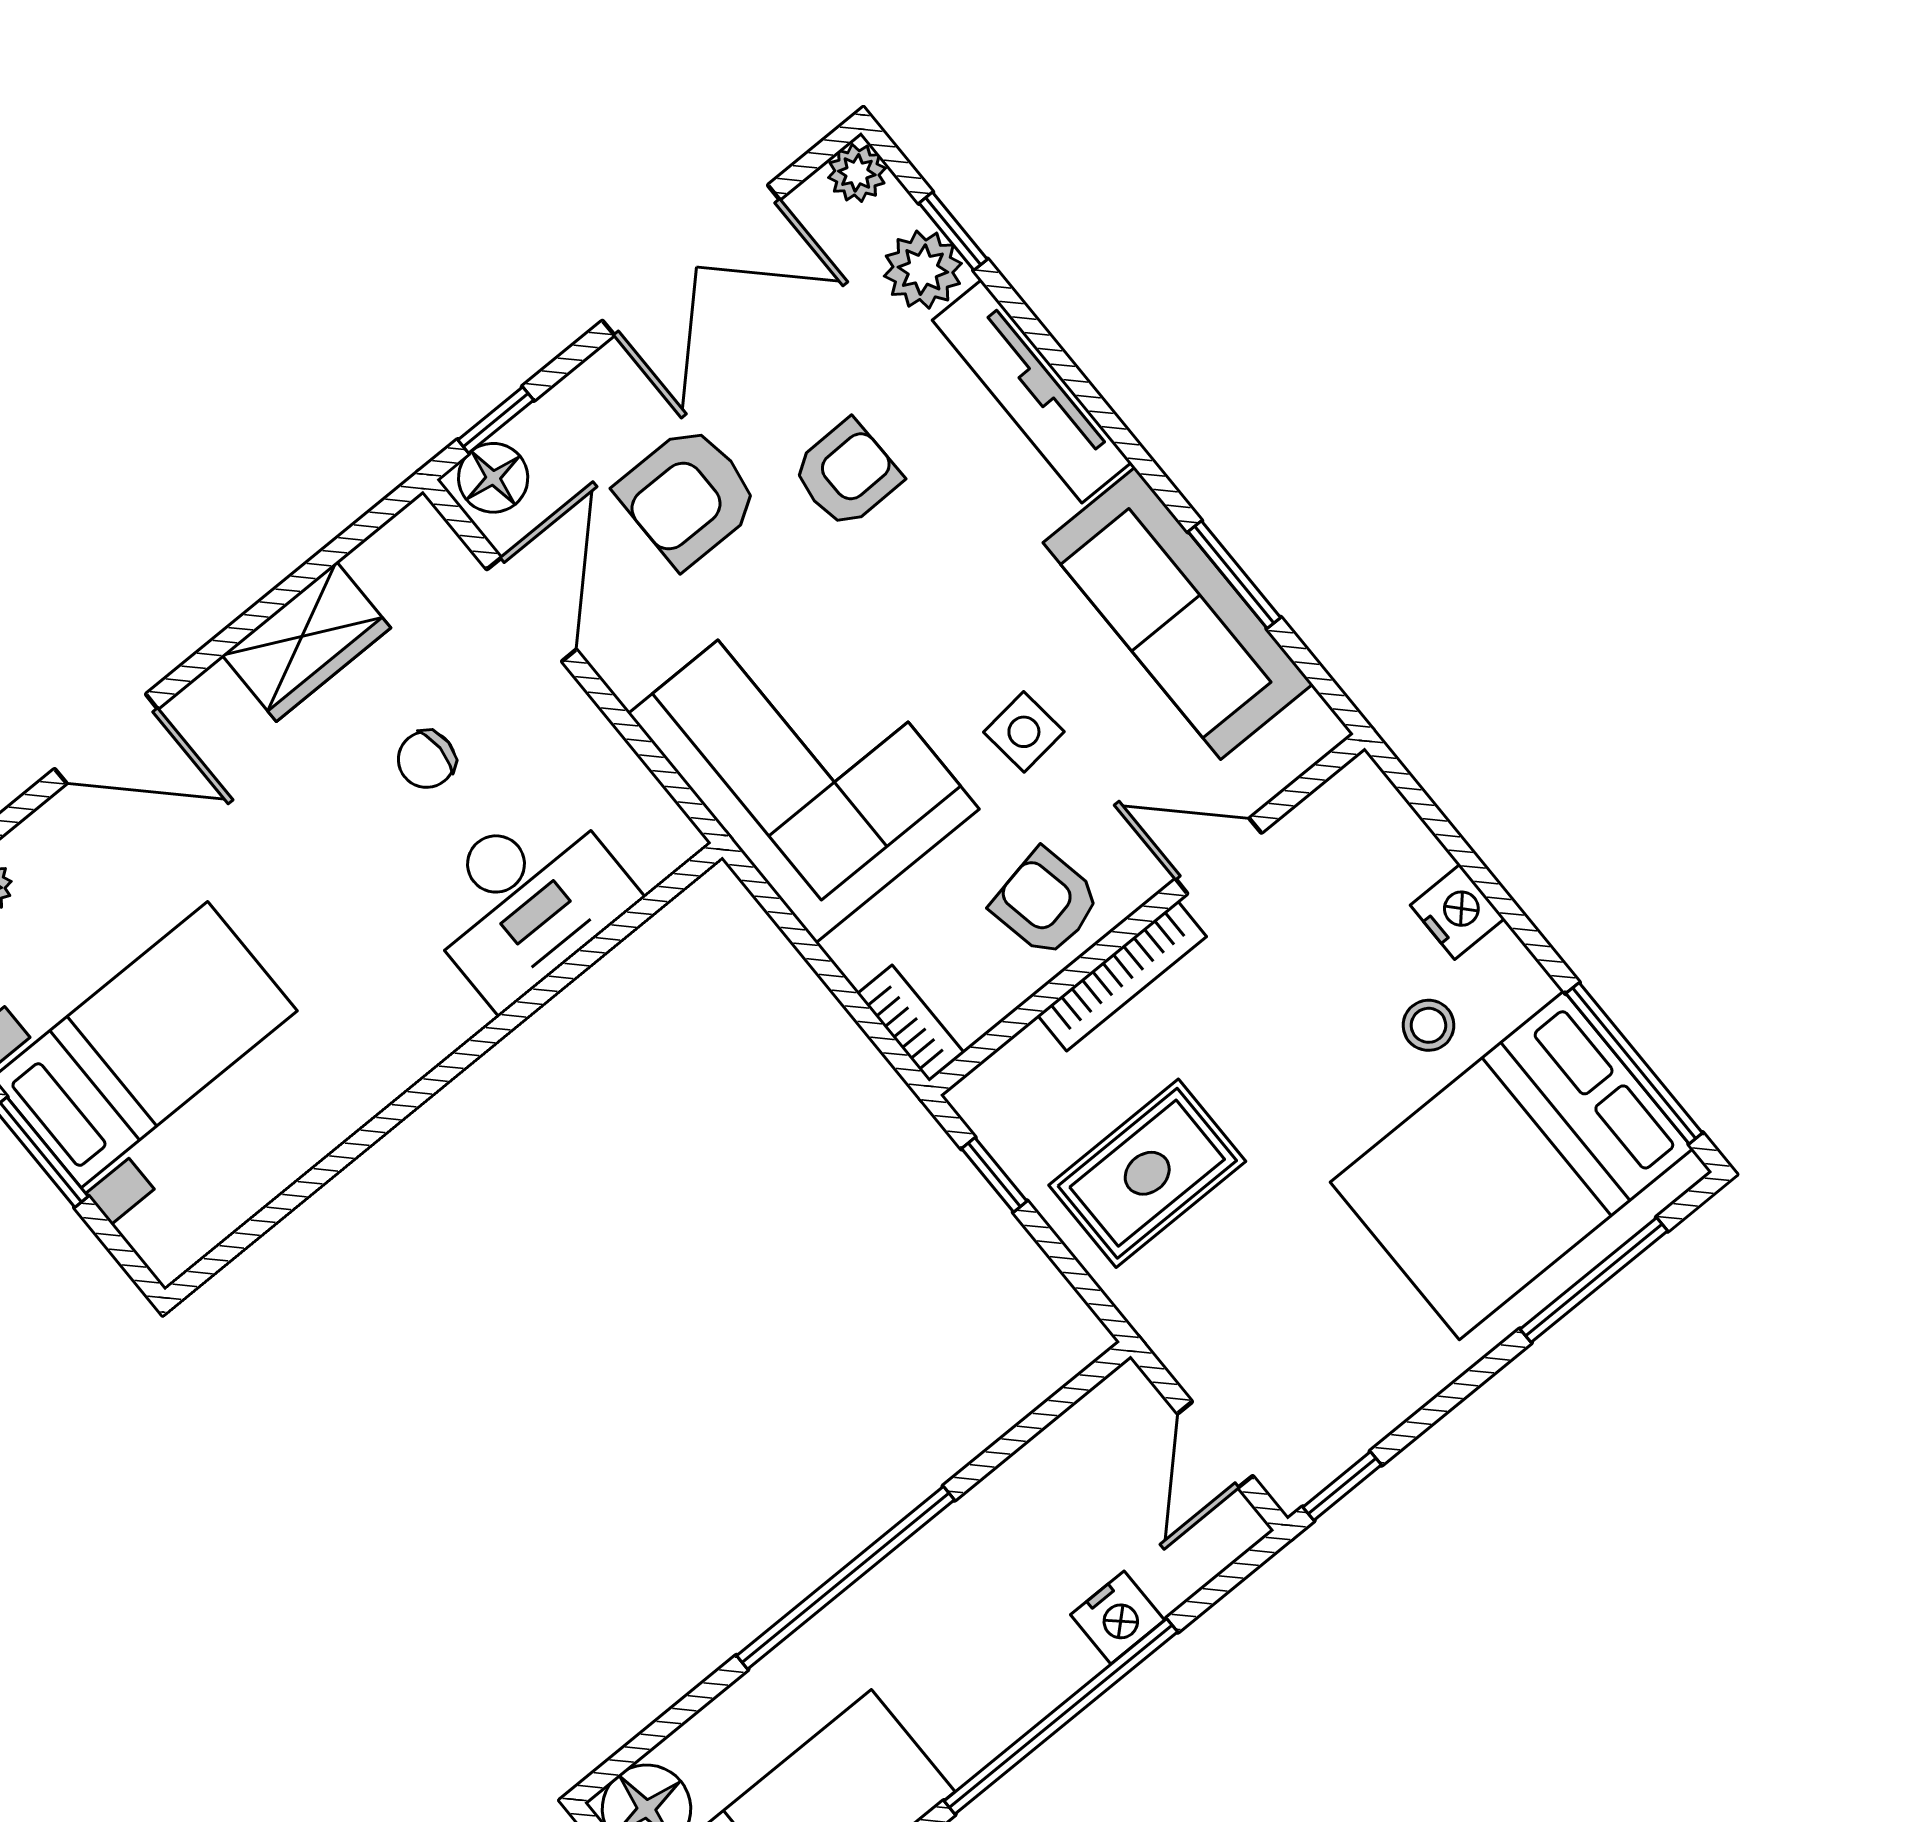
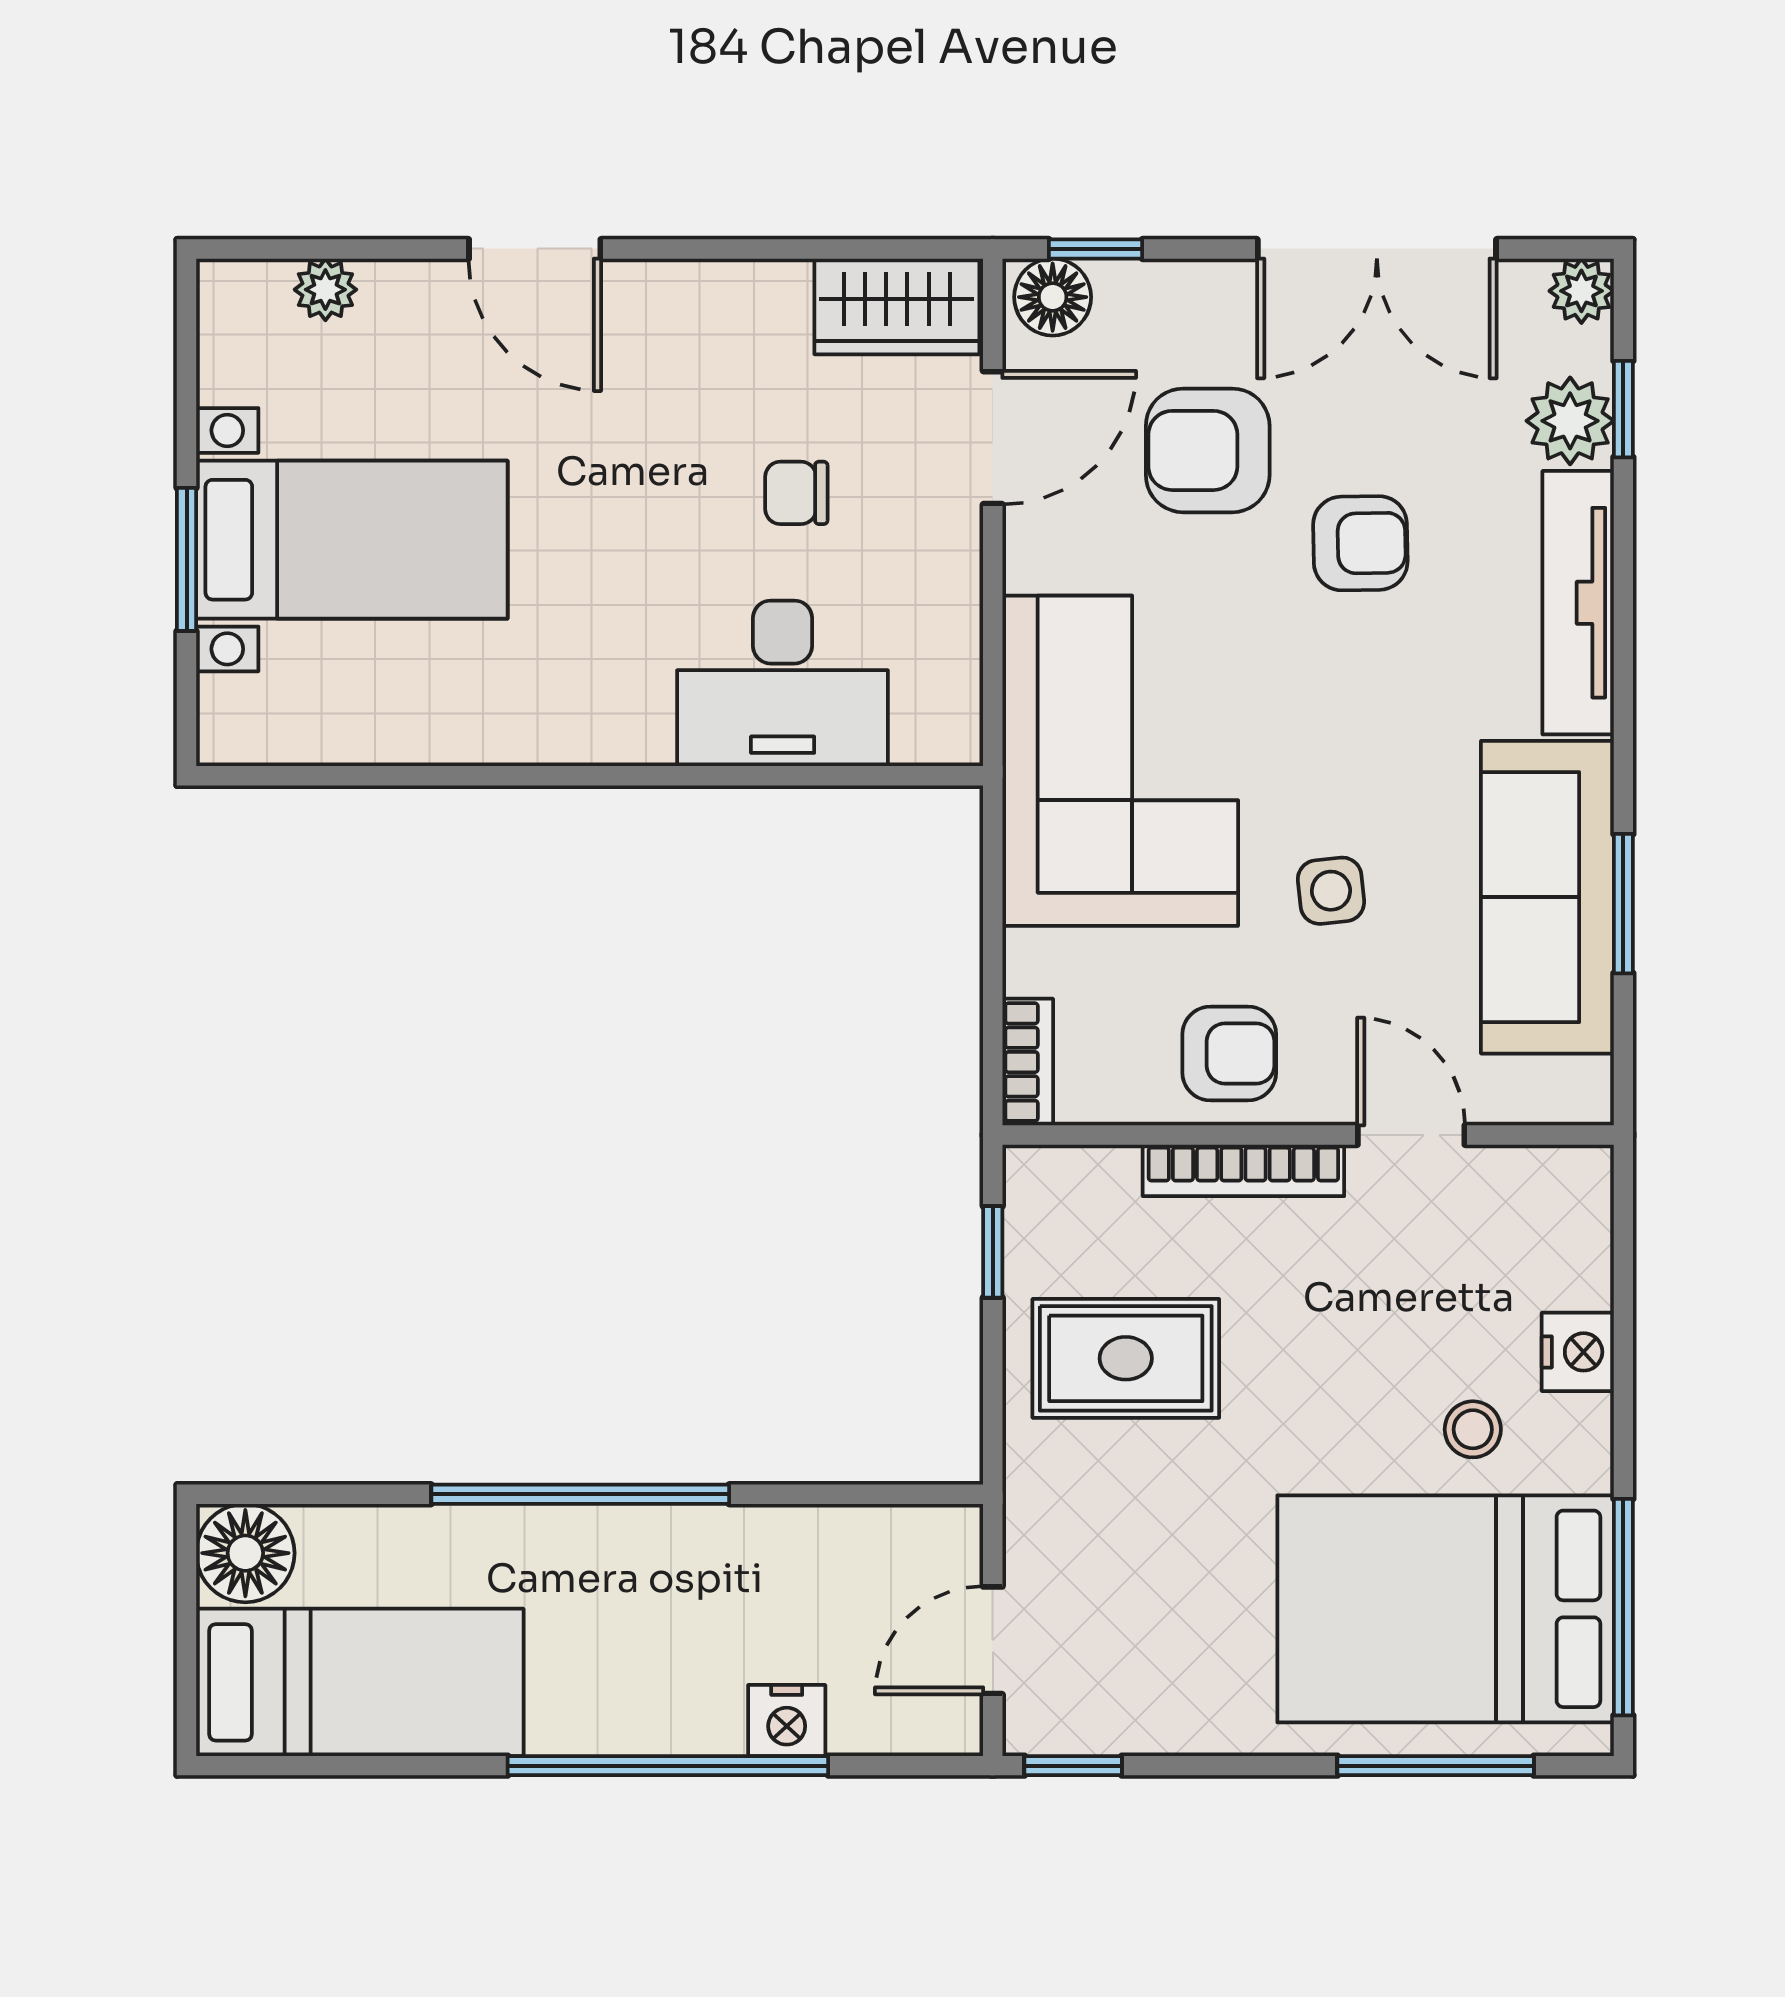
wardrobe: (306, 642) -> (897, 306), moved
armchair: (1046, 903) -> (1229, 1053), turned 101

